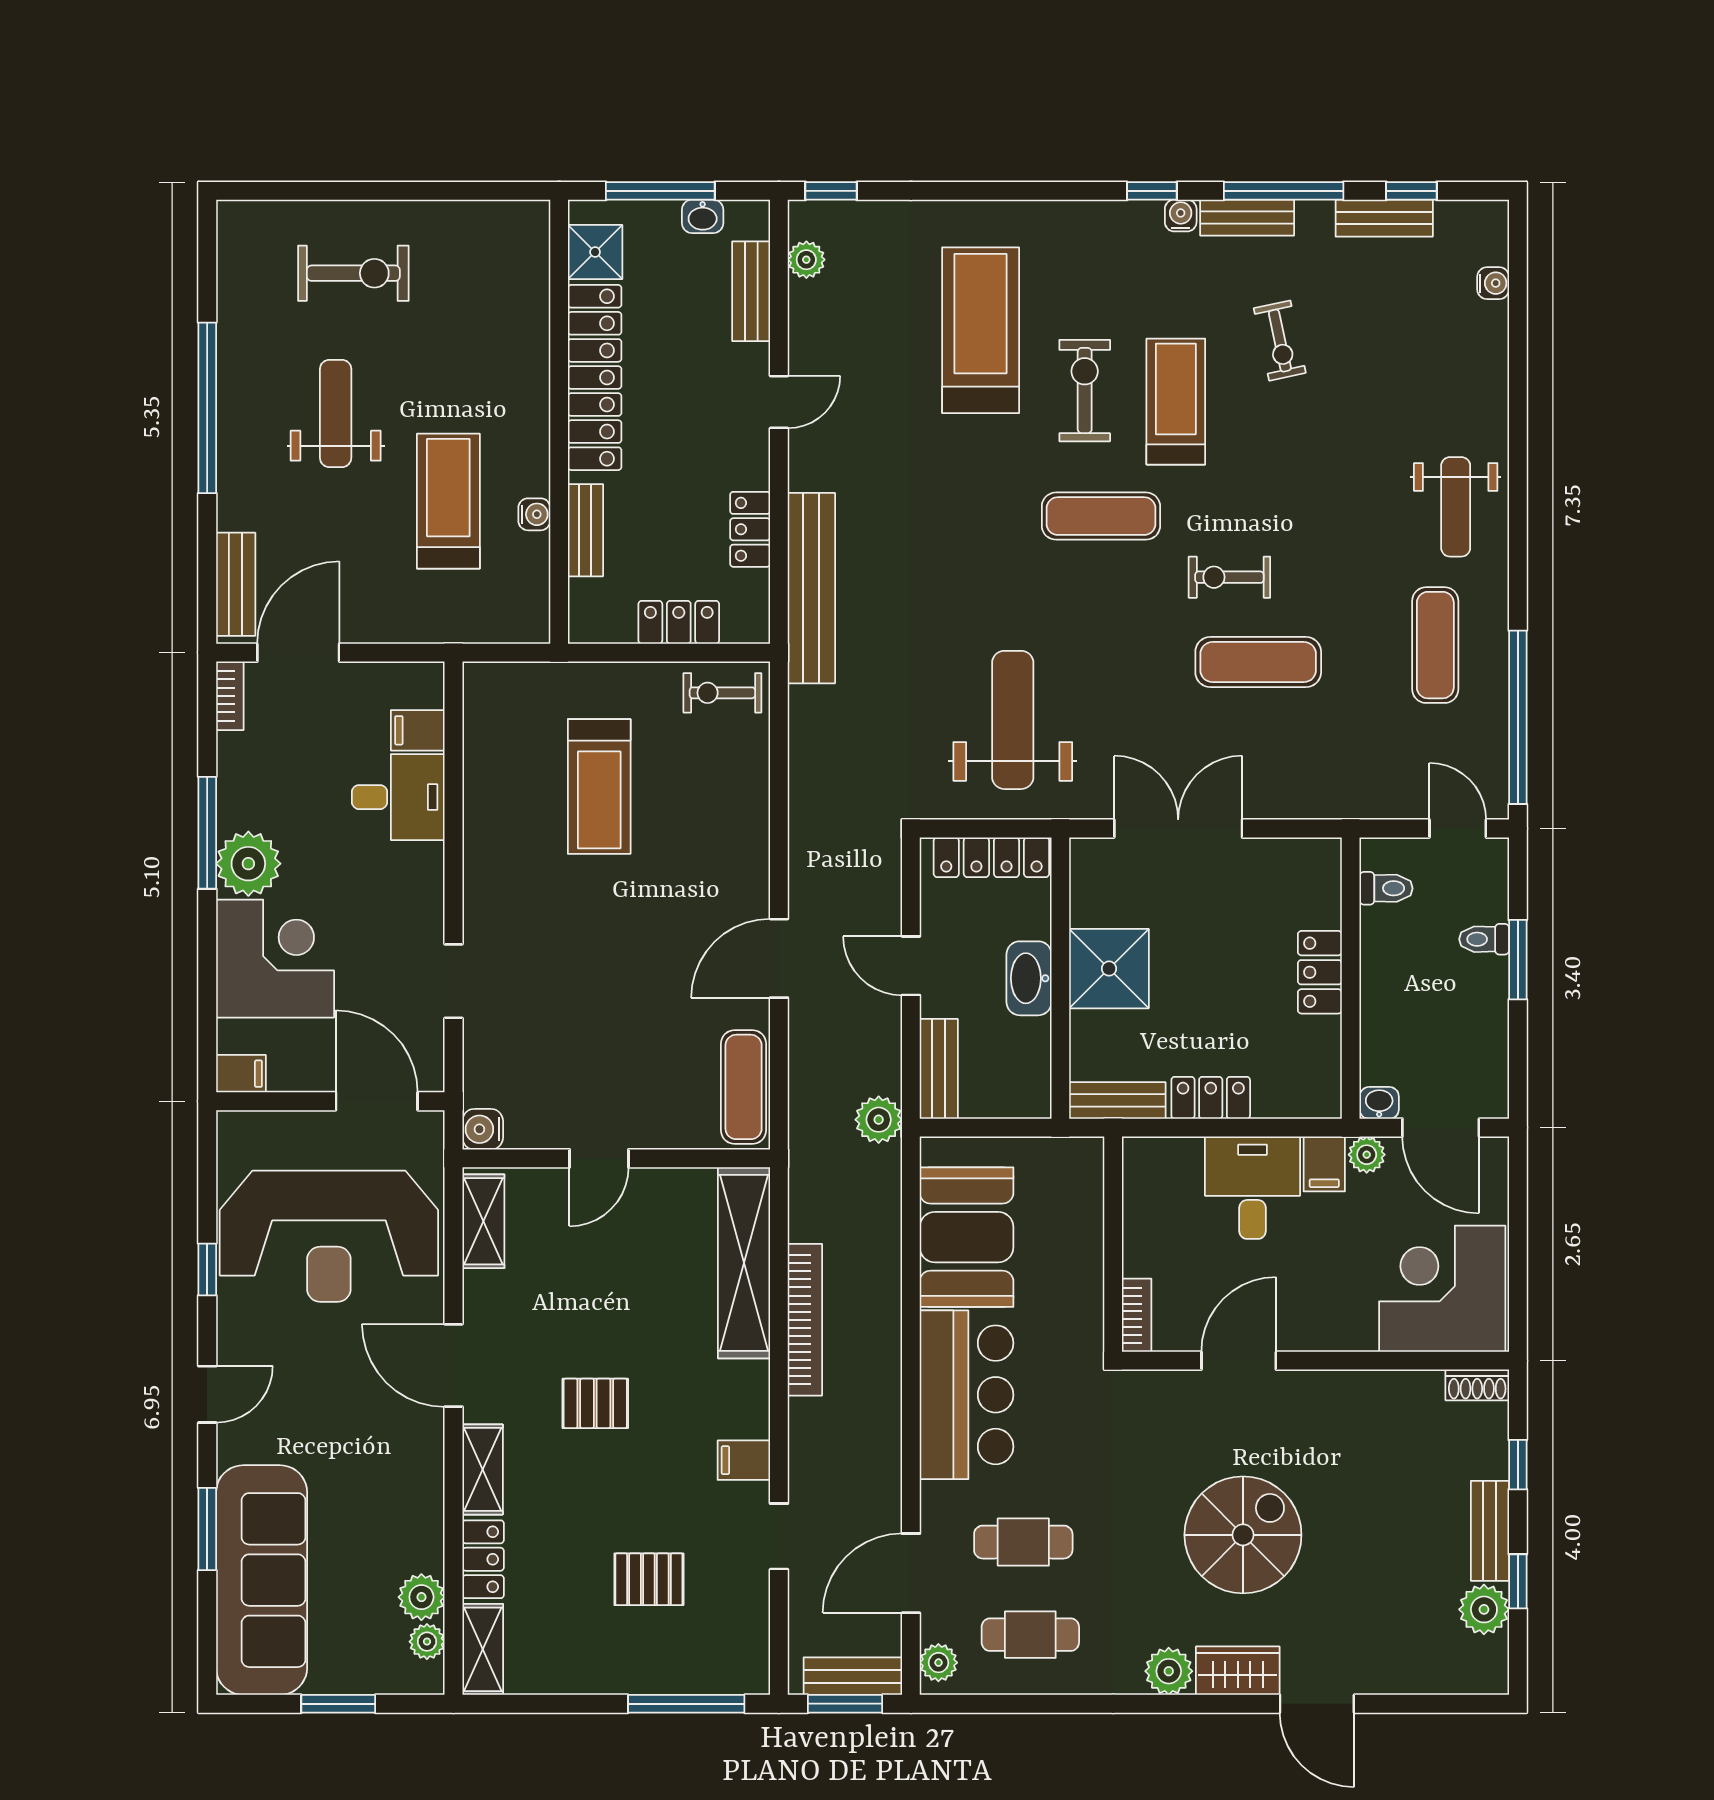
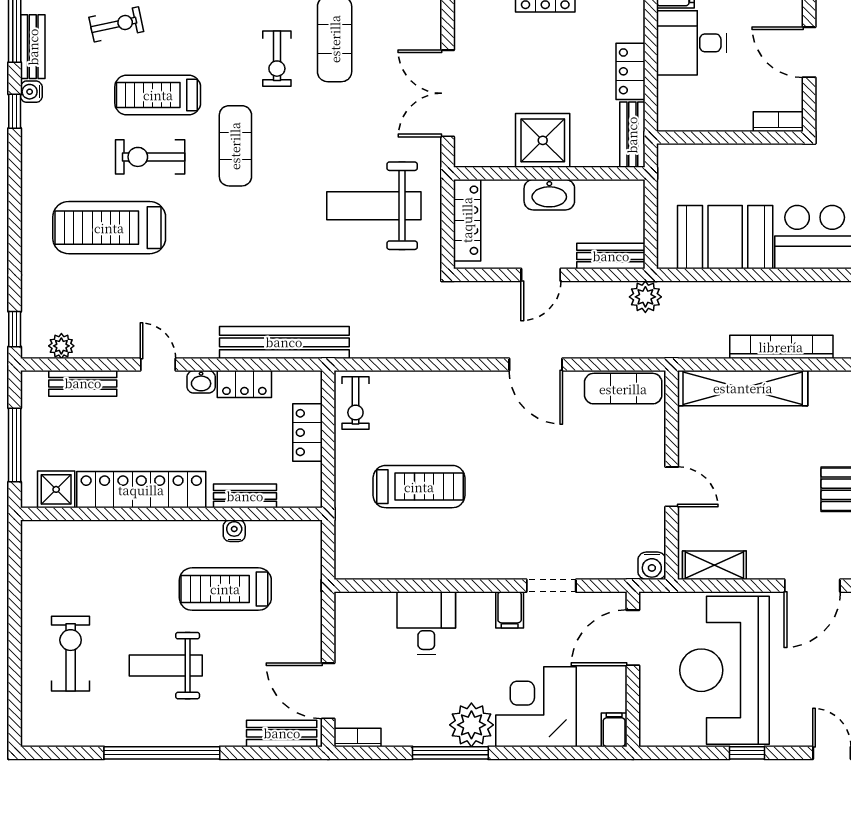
washbasin: (703, 216) -> (201, 382), moved, turned 90
filing cabinet: (418, 730) -> (510, 610), moved
reception desk: (329, 1236) -> (724, 670), turned 180

